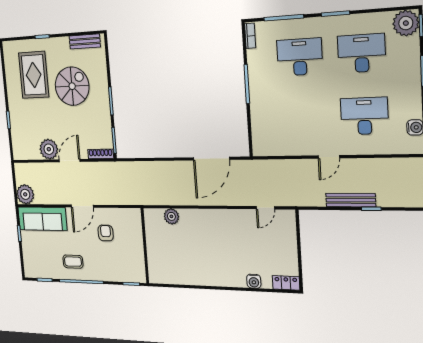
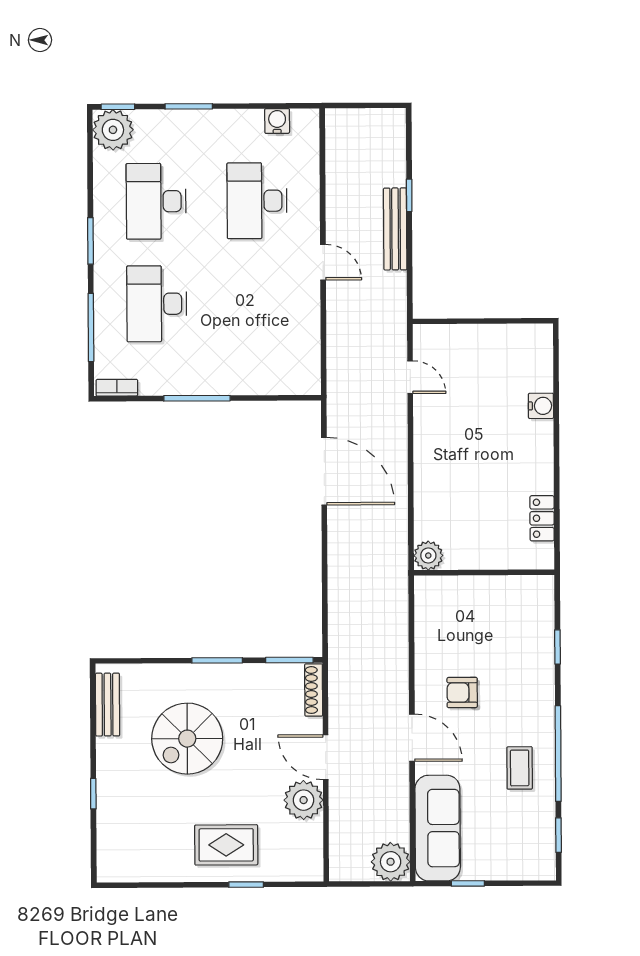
rug: (34, 75) -> (226, 845), moved, width x0.73, depth x0.70
spiral stairs: (72, 86) -> (187, 739), turned -90
wall: (145, 246) -> (484, 572), moved
locker: (286, 283) -> (542, 518), moved

